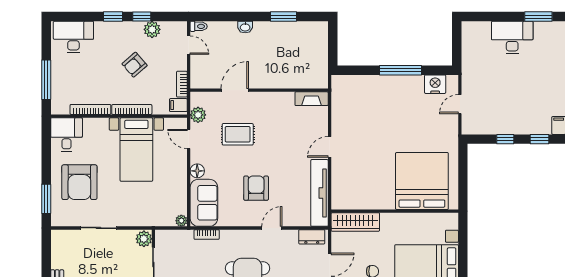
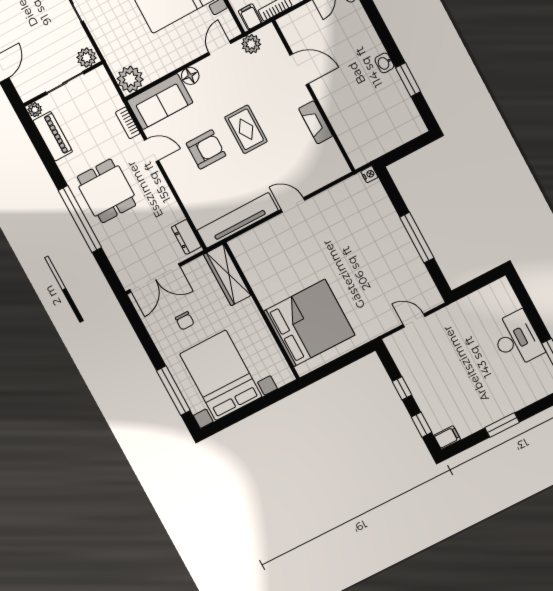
washbasin: (245, 27) -> (384, 63), moved
nightstand: (435, 84) -> (369, 174), moved, width x0.53, depth x0.56
fireplace: (312, 99) -> (316, 122), moved
rug: (238, 134) -> (246, 129), moved
plant: (181, 221) -> (130, 79), width x1.87, depth x1.87
door: (272, 228) -> (151, 150), moved

